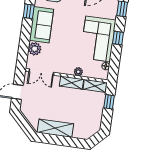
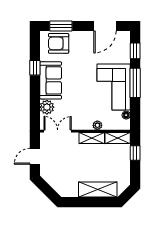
window: (118, 38) -> (135, 83), width x2.17
double door: (41, 72) -> (58, 131), swing flipped
shelving: (55, 128) -> (98, 190), moved

